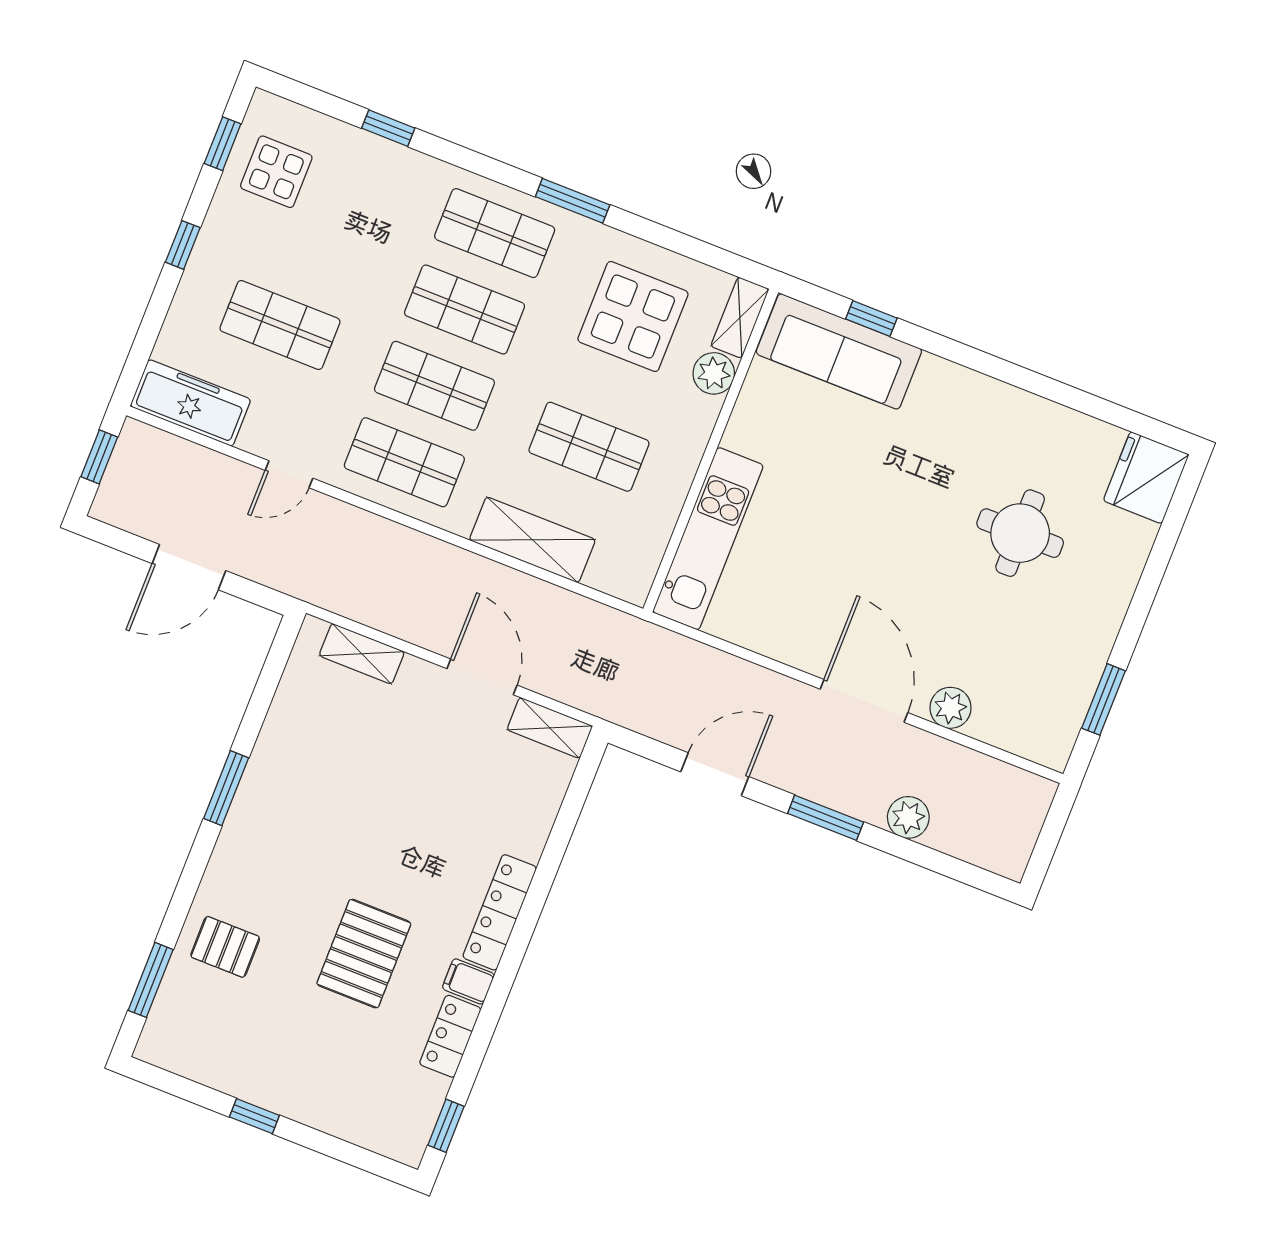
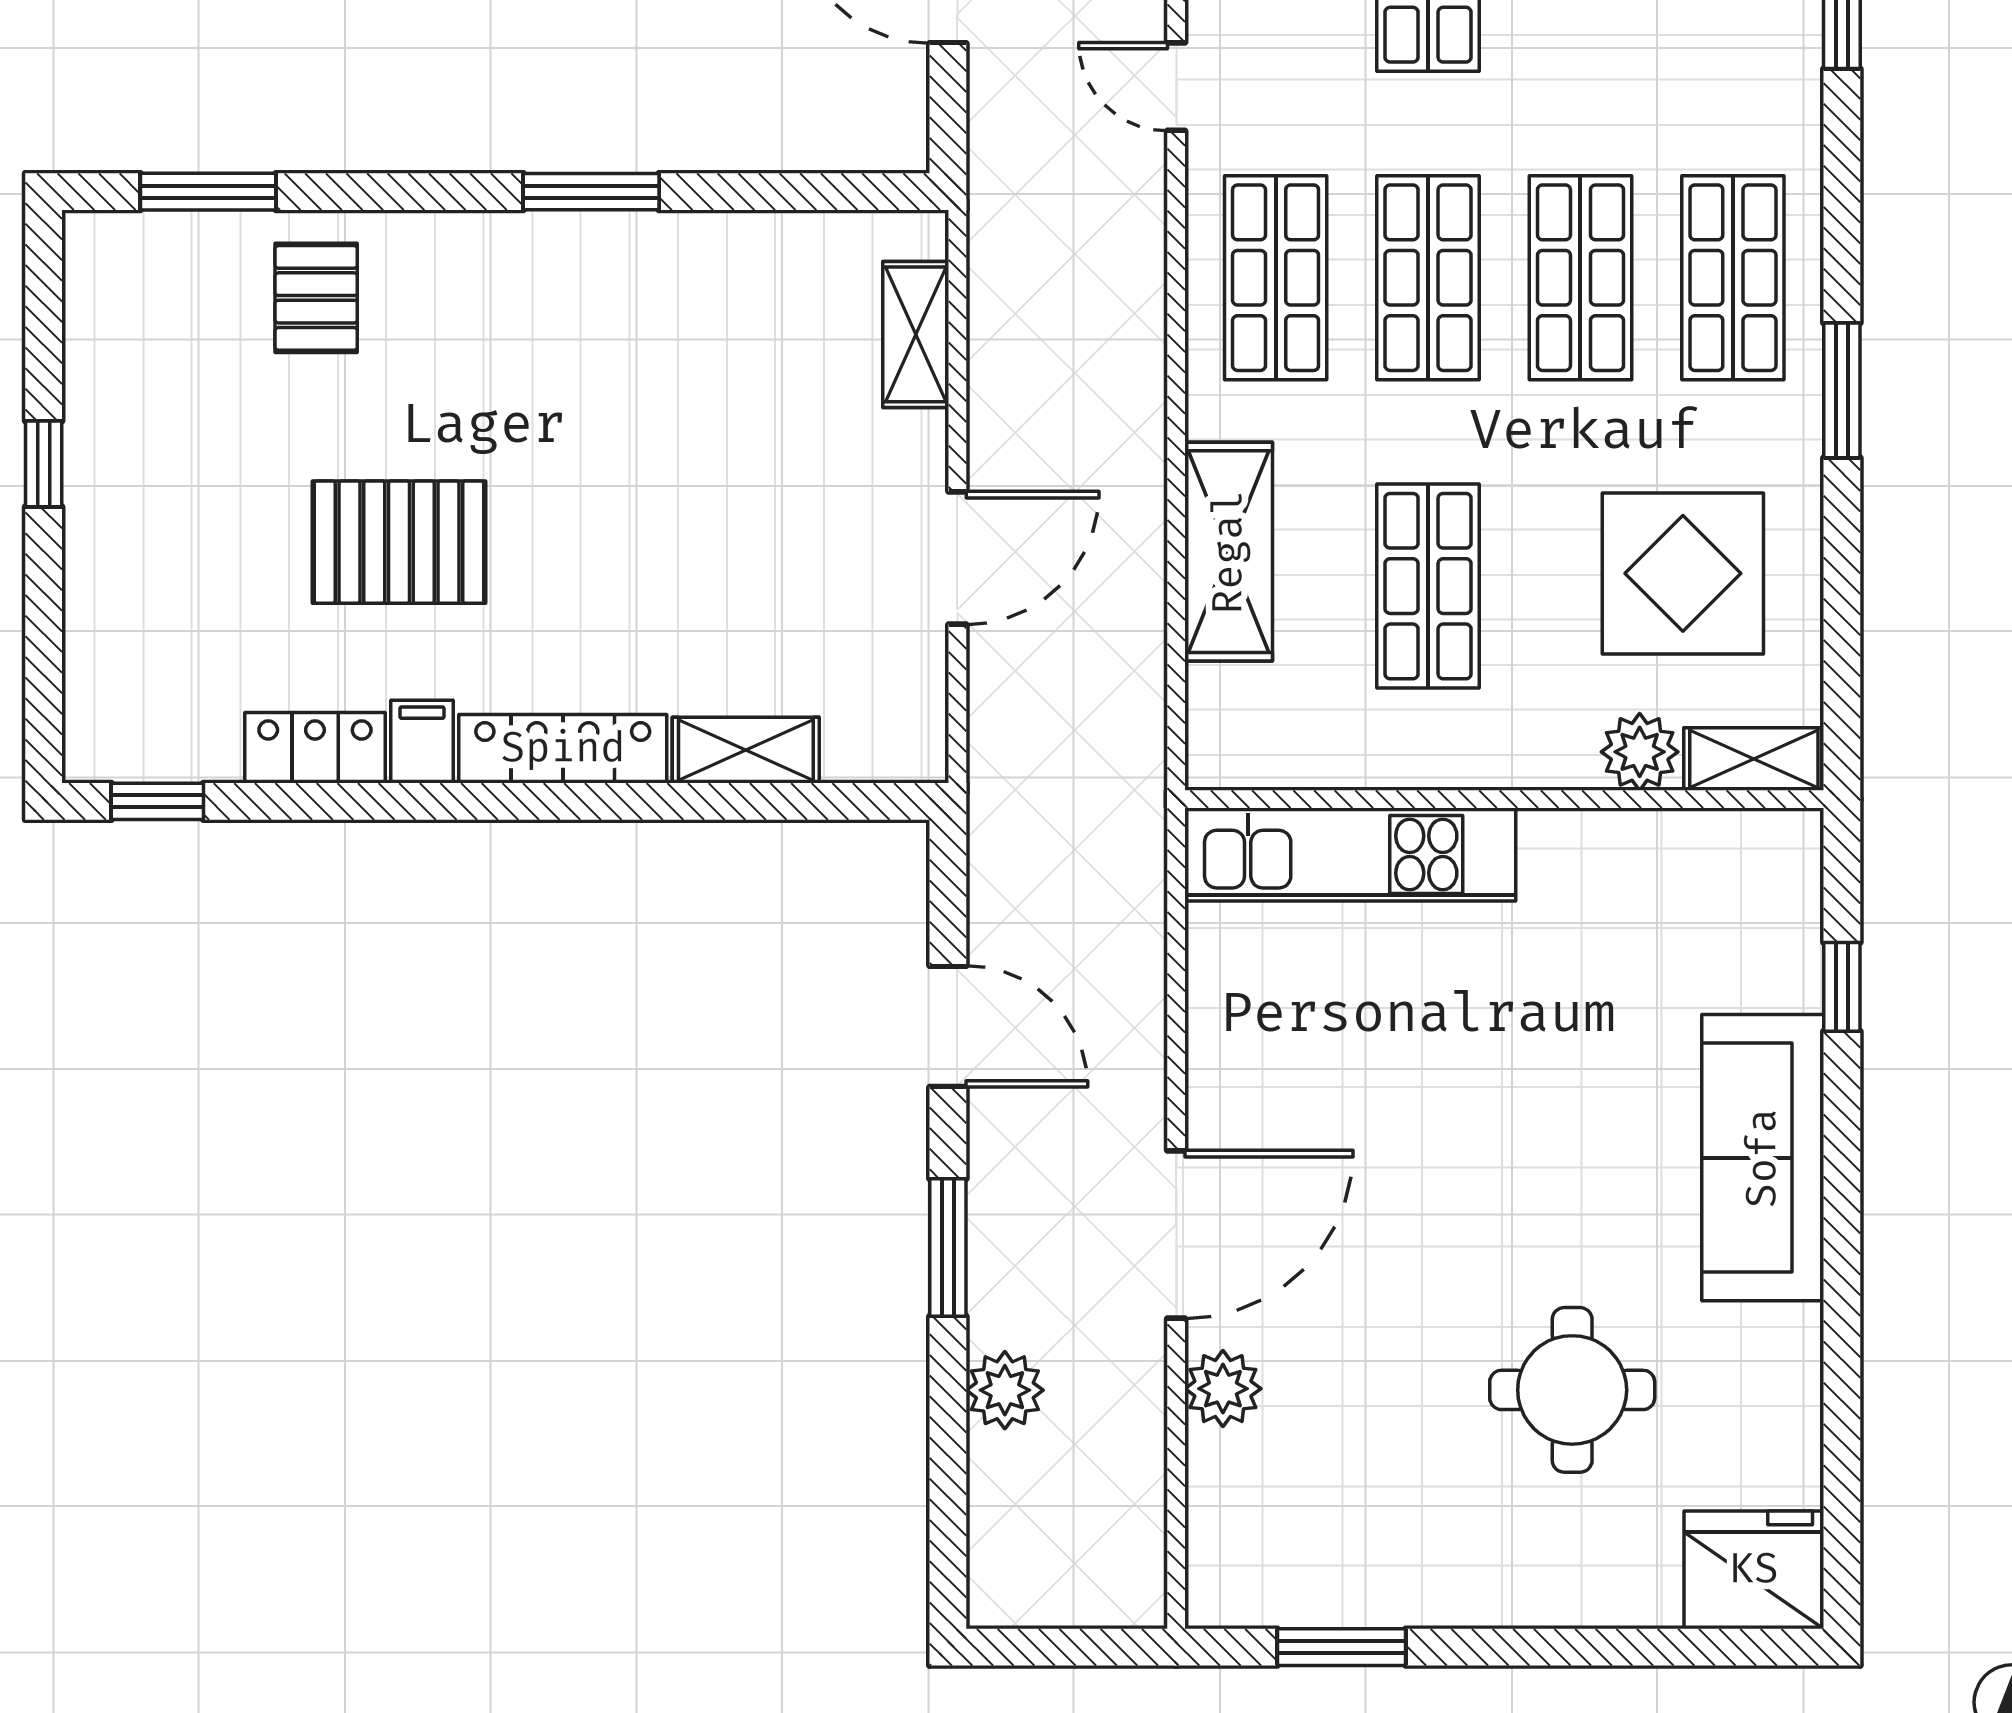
sofa: (839, 351) -> (1763, 1158), moved
shelving: (550, 728) -> (746, 750), moved, turned 90

